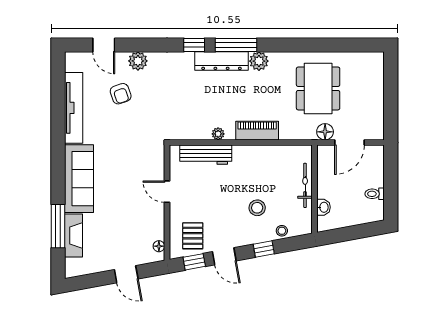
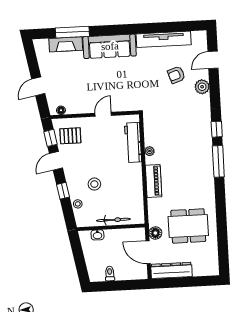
dresser: (221, 61) -> (171, 270), moved, turned 90
plant: (259, 61) -> (207, 179), removed

